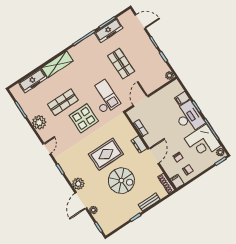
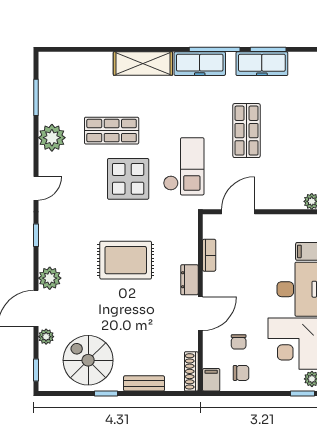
freezer: (33, 81) -> (200, 64), moved
spiral stairs: (121, 181) -> (88, 360), moved, turned 180

